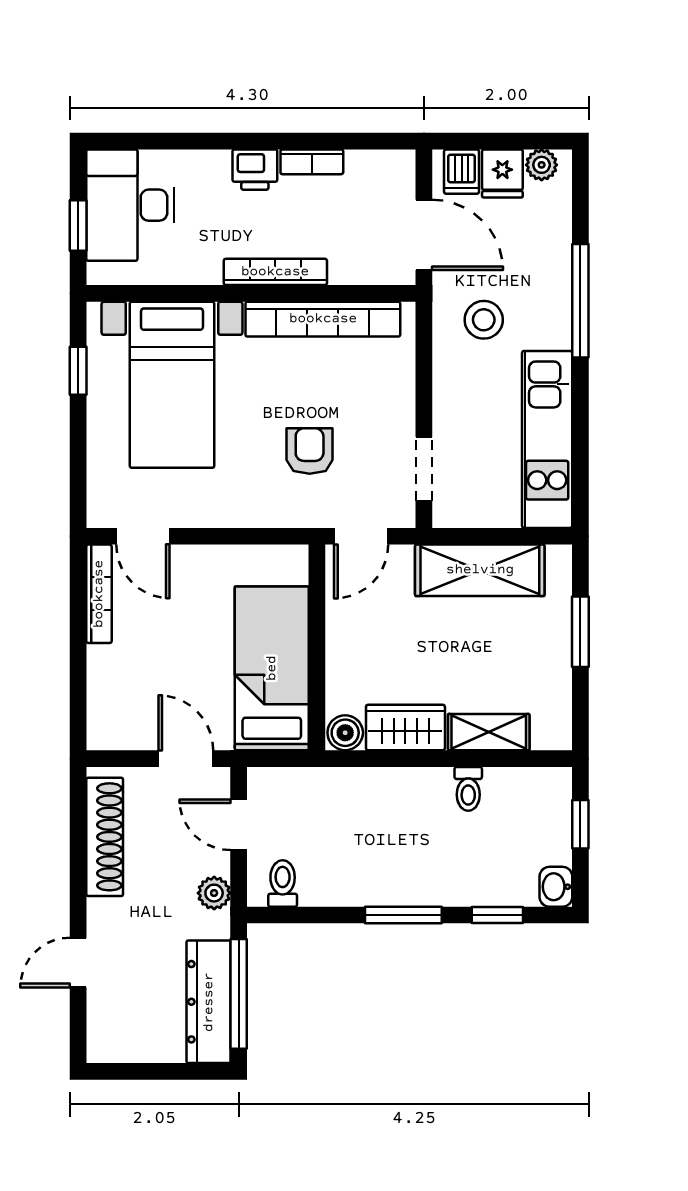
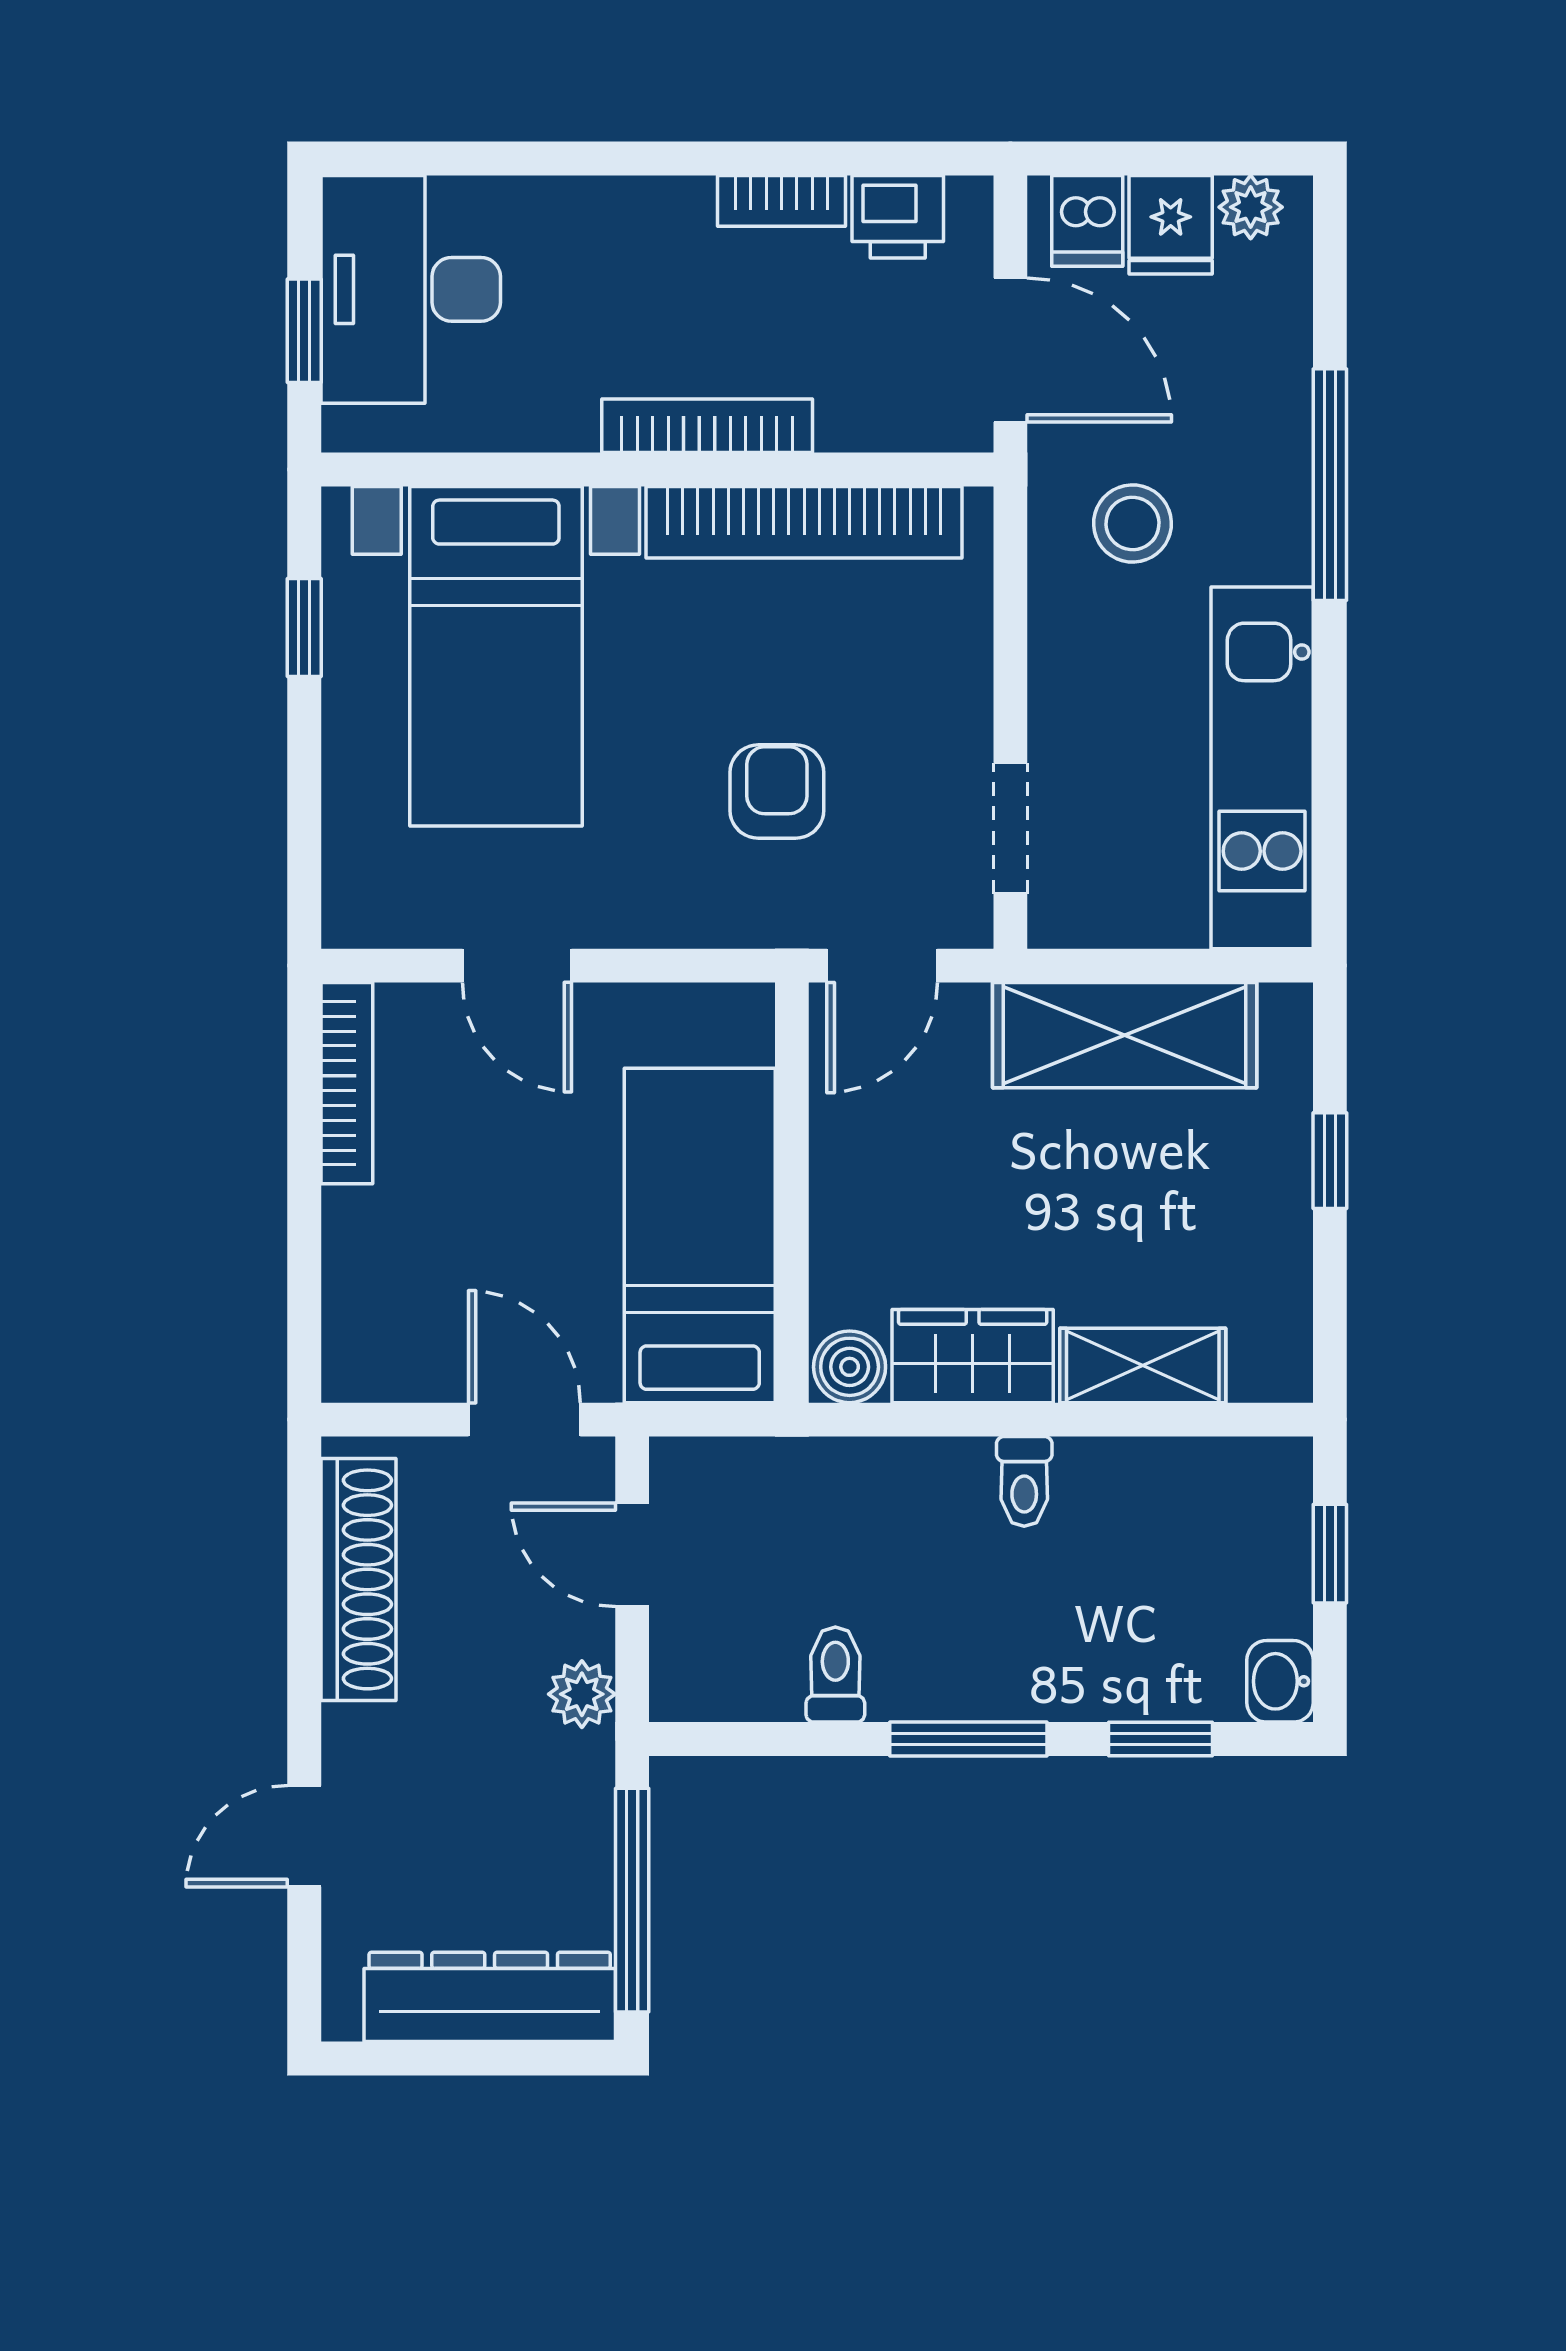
printer: (255, 170) -> (898, 217), moved
door: (143, 536) -> (517, 966), moved
window: (580, 632) -> (1330, 1161), width x0.67
toilet: (468, 789) -> (1024, 1481), moved
toilet: (283, 883) -> (835, 1675), moved
dresser: (209, 1002) -> (490, 1997), moved, turned 90

